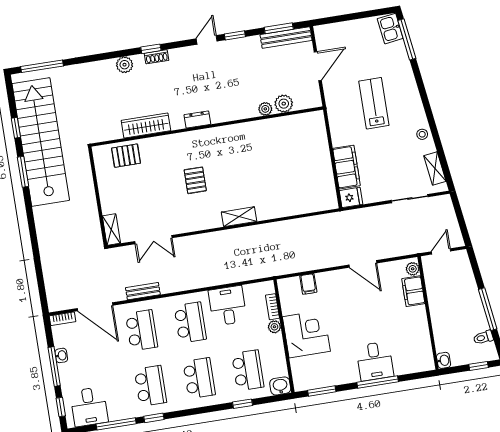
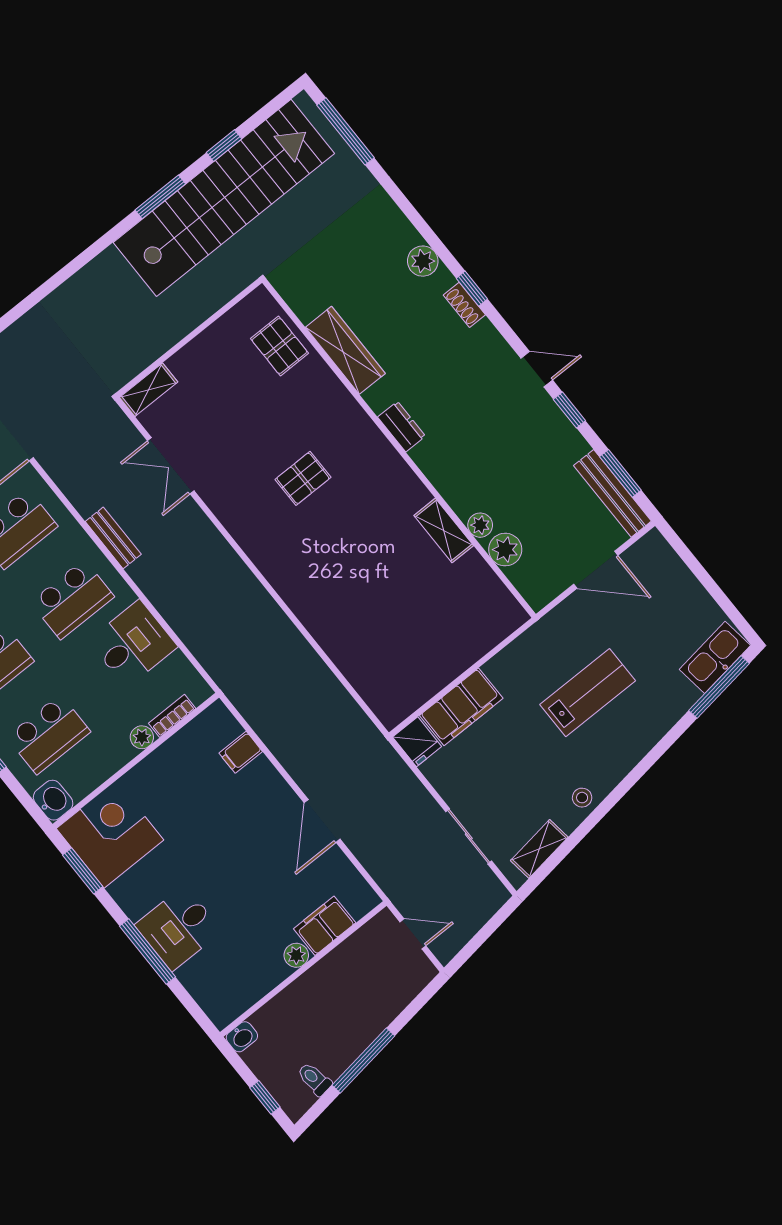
kitchen sink: (390, 29) -> (715, 657), width x1.38
shelving: (239, 217) -> (444, 530), moved
plant: (413, 269) -> (296, 955), moved
bench: (143, 291) -> (113, 538), moved
corner desk: (306, 334) -> (110, 834), moved, turned -90

